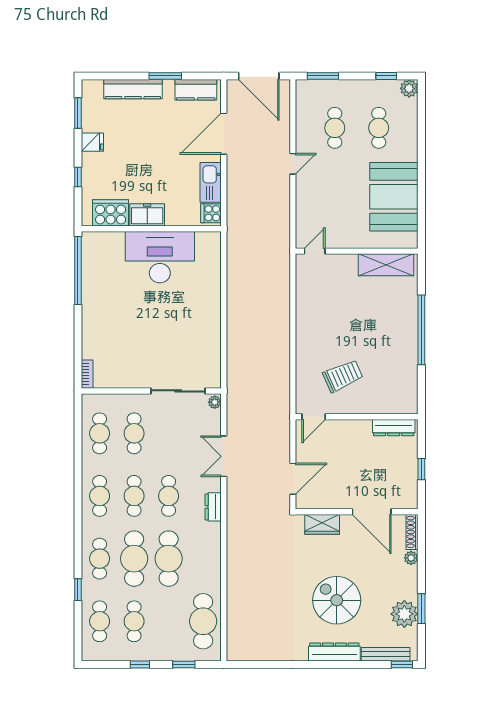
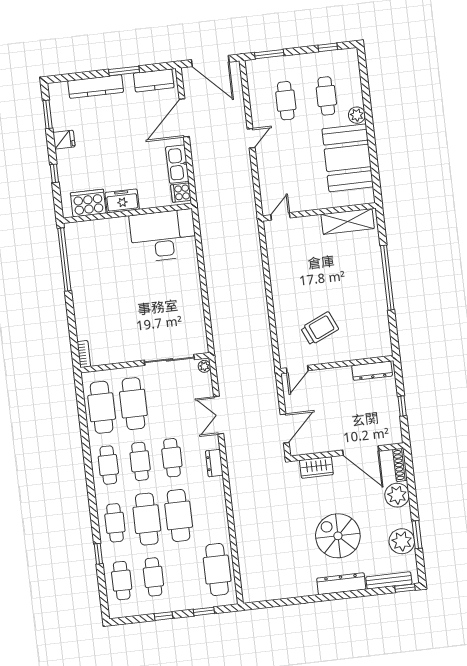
plant: (409, 88) -> (357, 115), moved
desk: (160, 257) -> (163, 236), moved
cafe table: (100, 433) -> (102, 407), width x1.37, depth x1.35
cafe table: (134, 433) -> (133, 404), width x1.37, depth x1.35
plant: (411, 558) -> (397, 495), width x1.88, depth x1.88

